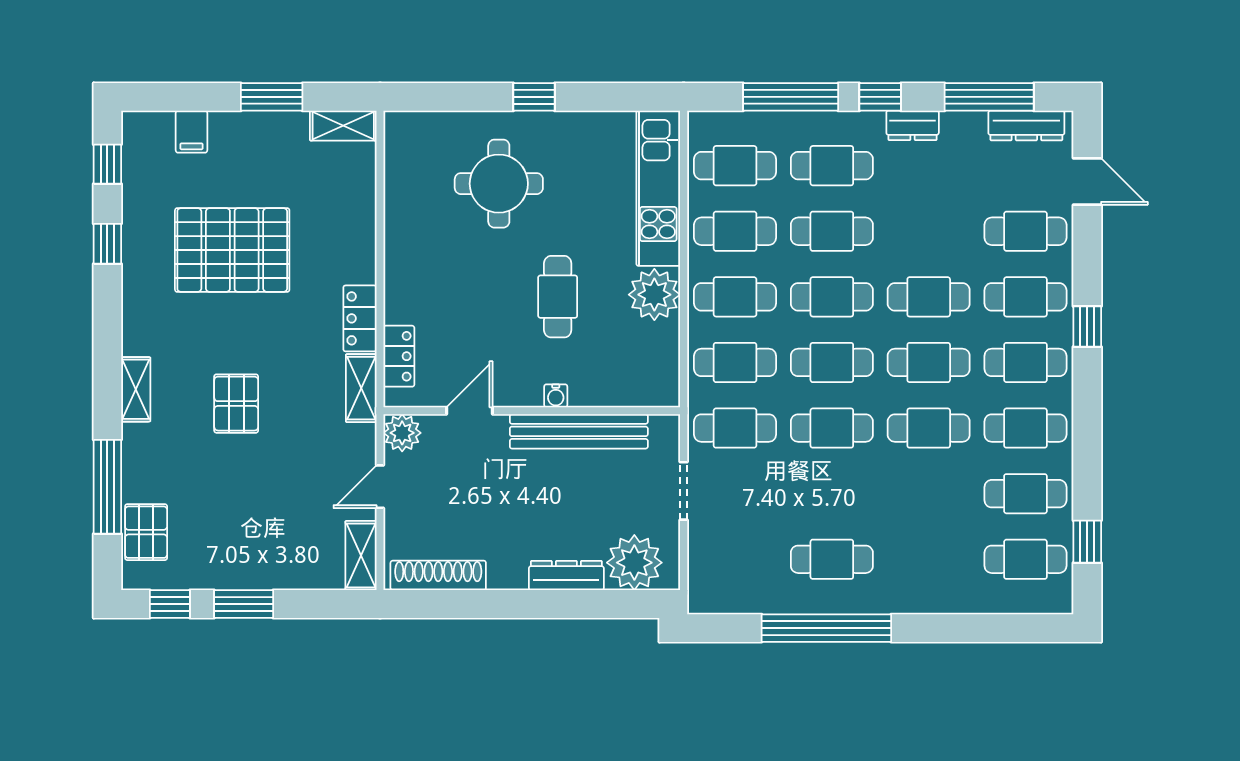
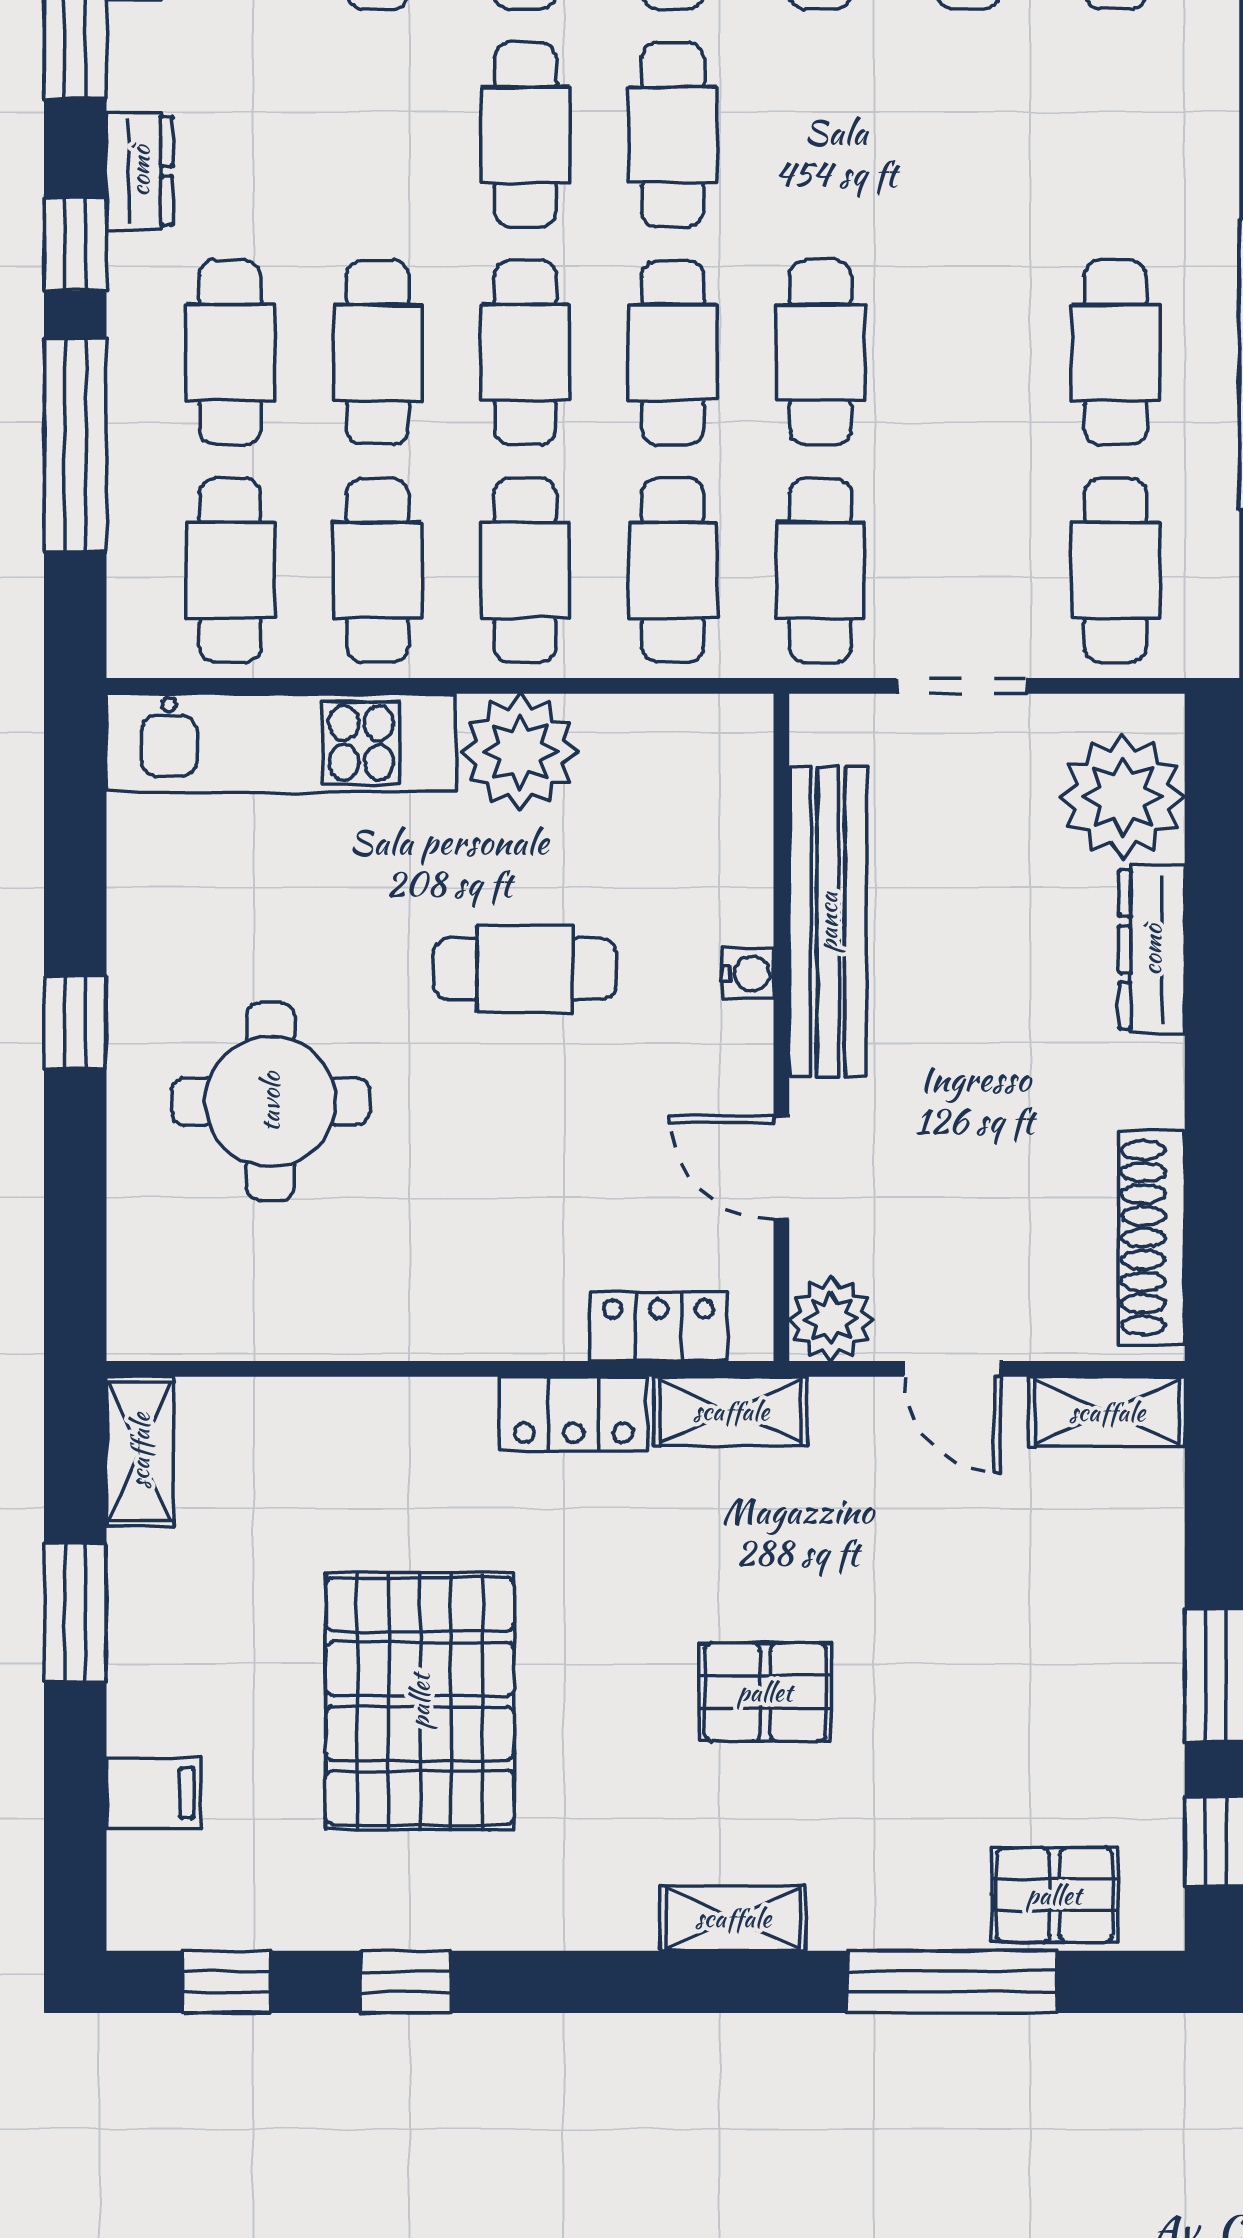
cafe table: (929, 428) -> (1116, 570), moved

